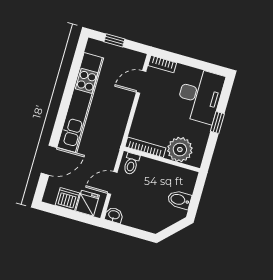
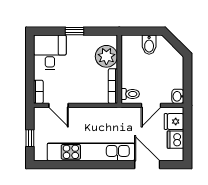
desk: (200, 96) -> (50, 52), width x0.73
door: (112, 183) -> (151, 105), hinge flipped

